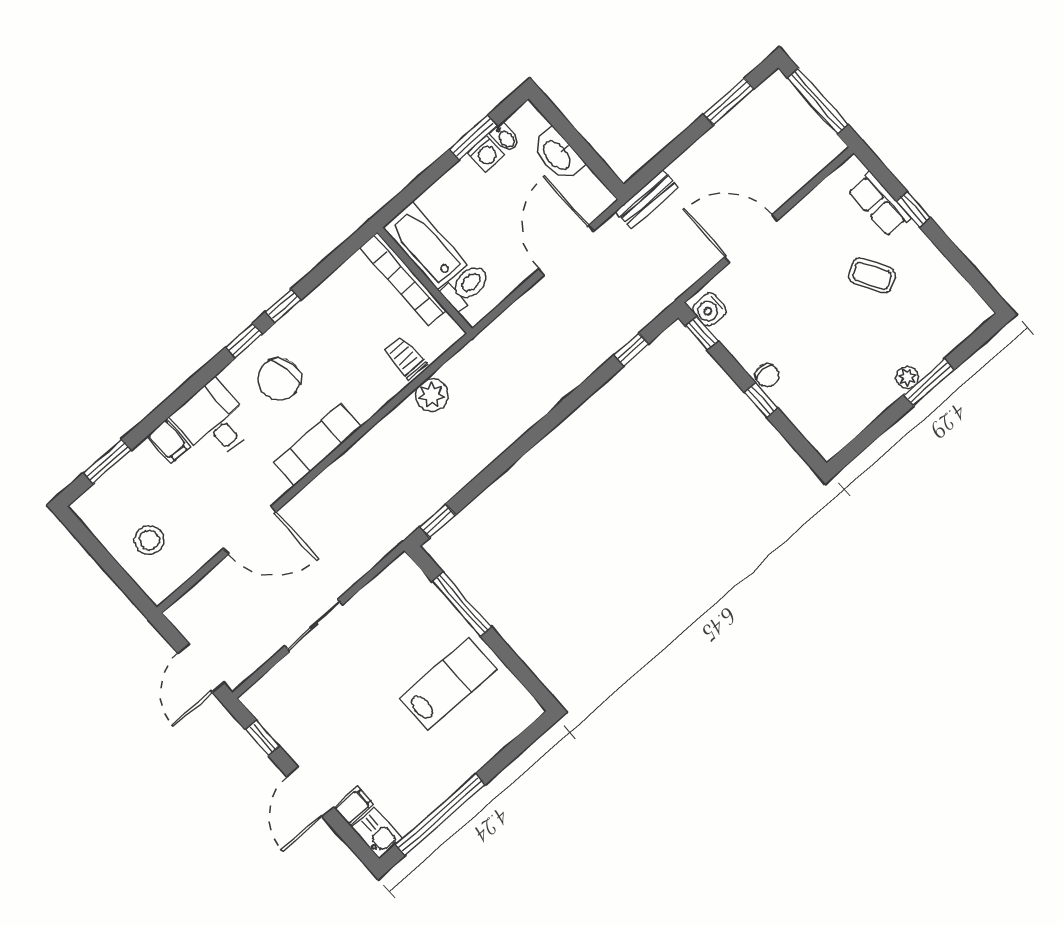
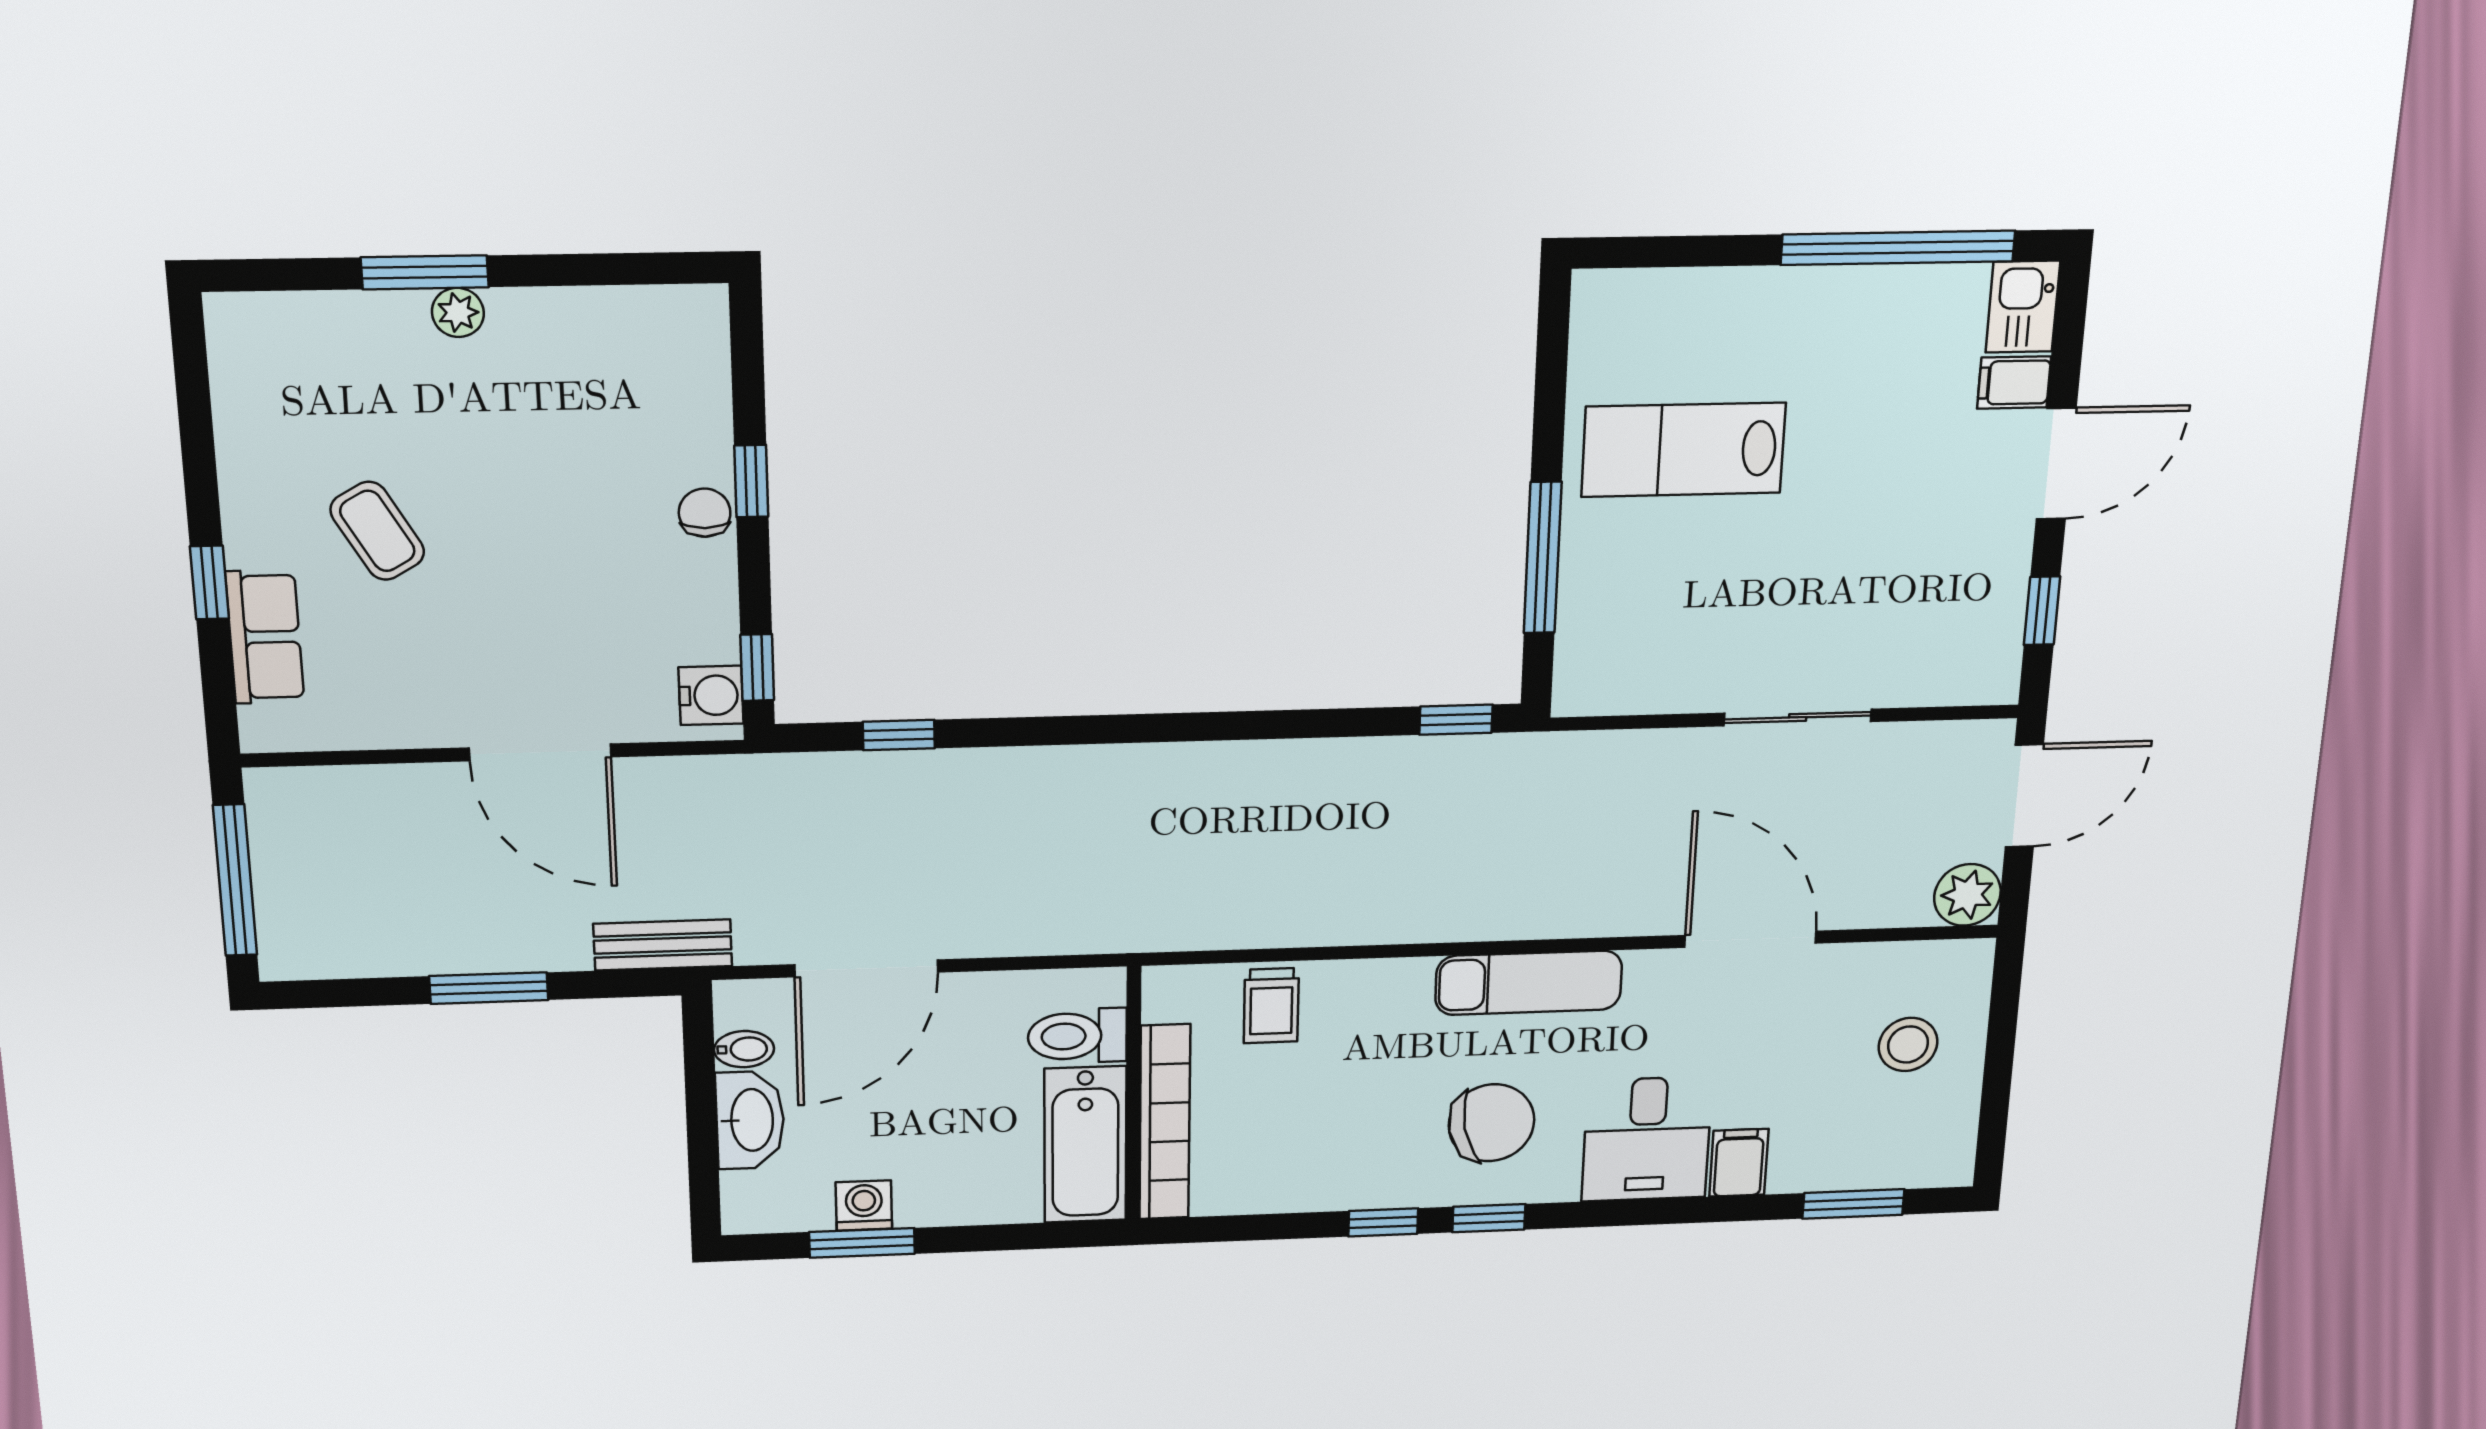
window: (729, 101) -> (489, 988), moved
bidet: (505, 138) -> (744, 1049), moved, turned 90
plant: (432, 395) -> (1967, 895), moved

